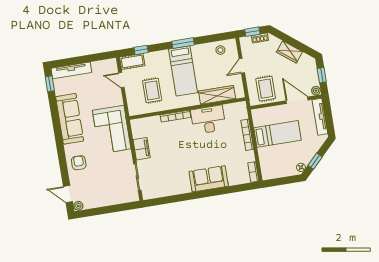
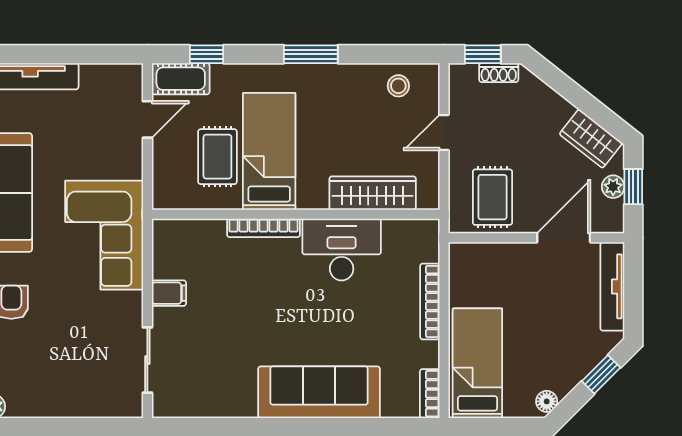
wardrobe: (289, 52) -> (591, 139), moved
bed: (183, 71) -> (269, 151), moved, turned 180
door: (121, 80) -> (147, 119), swing flipped
plant: (316, 91) -> (613, 187), moved
door: (297, 100) -> (564, 238), hinge flipped
bed: (278, 134) -> (477, 363), moved, turned -90
filing cabinet: (142, 149) -> (169, 293), width x0.50
window: (315, 161) -> (601, 374), moved
sofa: (209, 179) -> (319, 392), width x1.36

